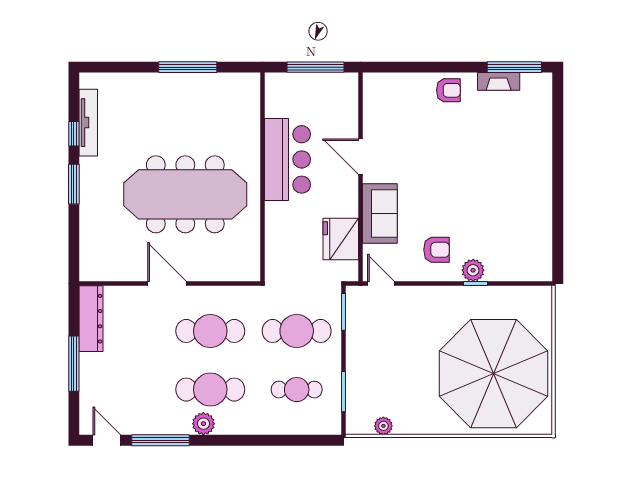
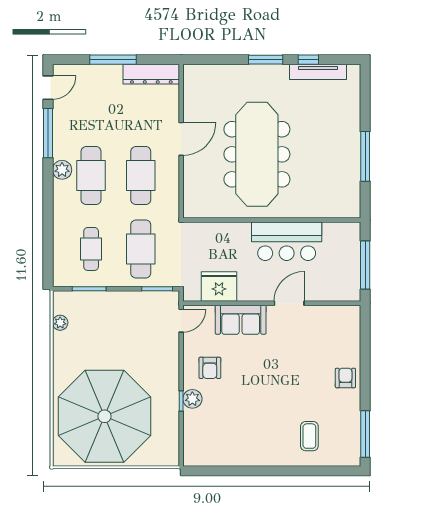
fireplace: (499, 81) -> (353, 421), removed
armchair: (448, 90) -> (345, 378), turned 180
coffee table: (517, 133) -> (309, 436), added

